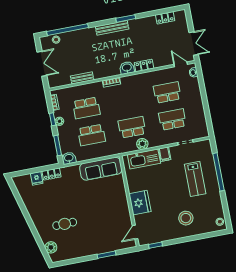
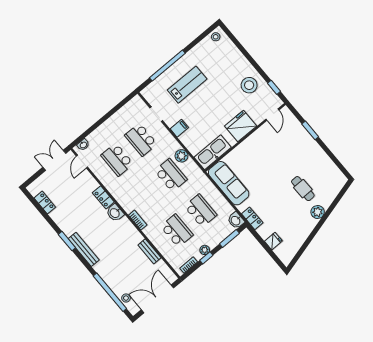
double door: (42, 64) -> (158, 299), width x1.37
school desk: (132, 127) -> (171, 175), turned 180
kitchen sink: (144, 159) -> (213, 152), moved, turned -90
locker: (51, 174) -> (252, 218), moved
stool: (186, 218) -> (249, 85), moved
door: (135, 232) -> (272, 115), hinge flipped
plant: (51, 247) -> (318, 212), moved

